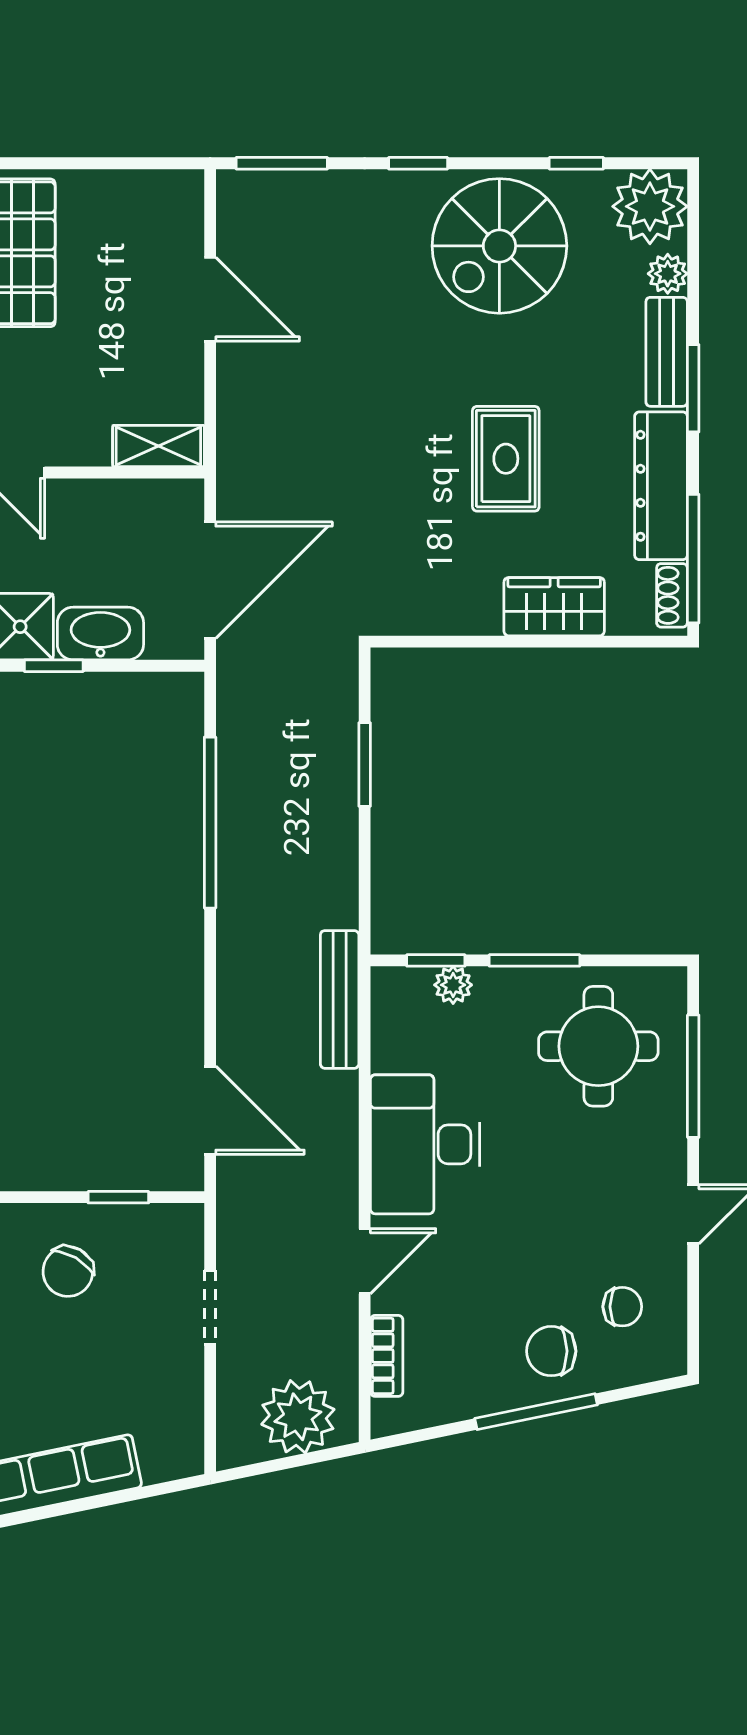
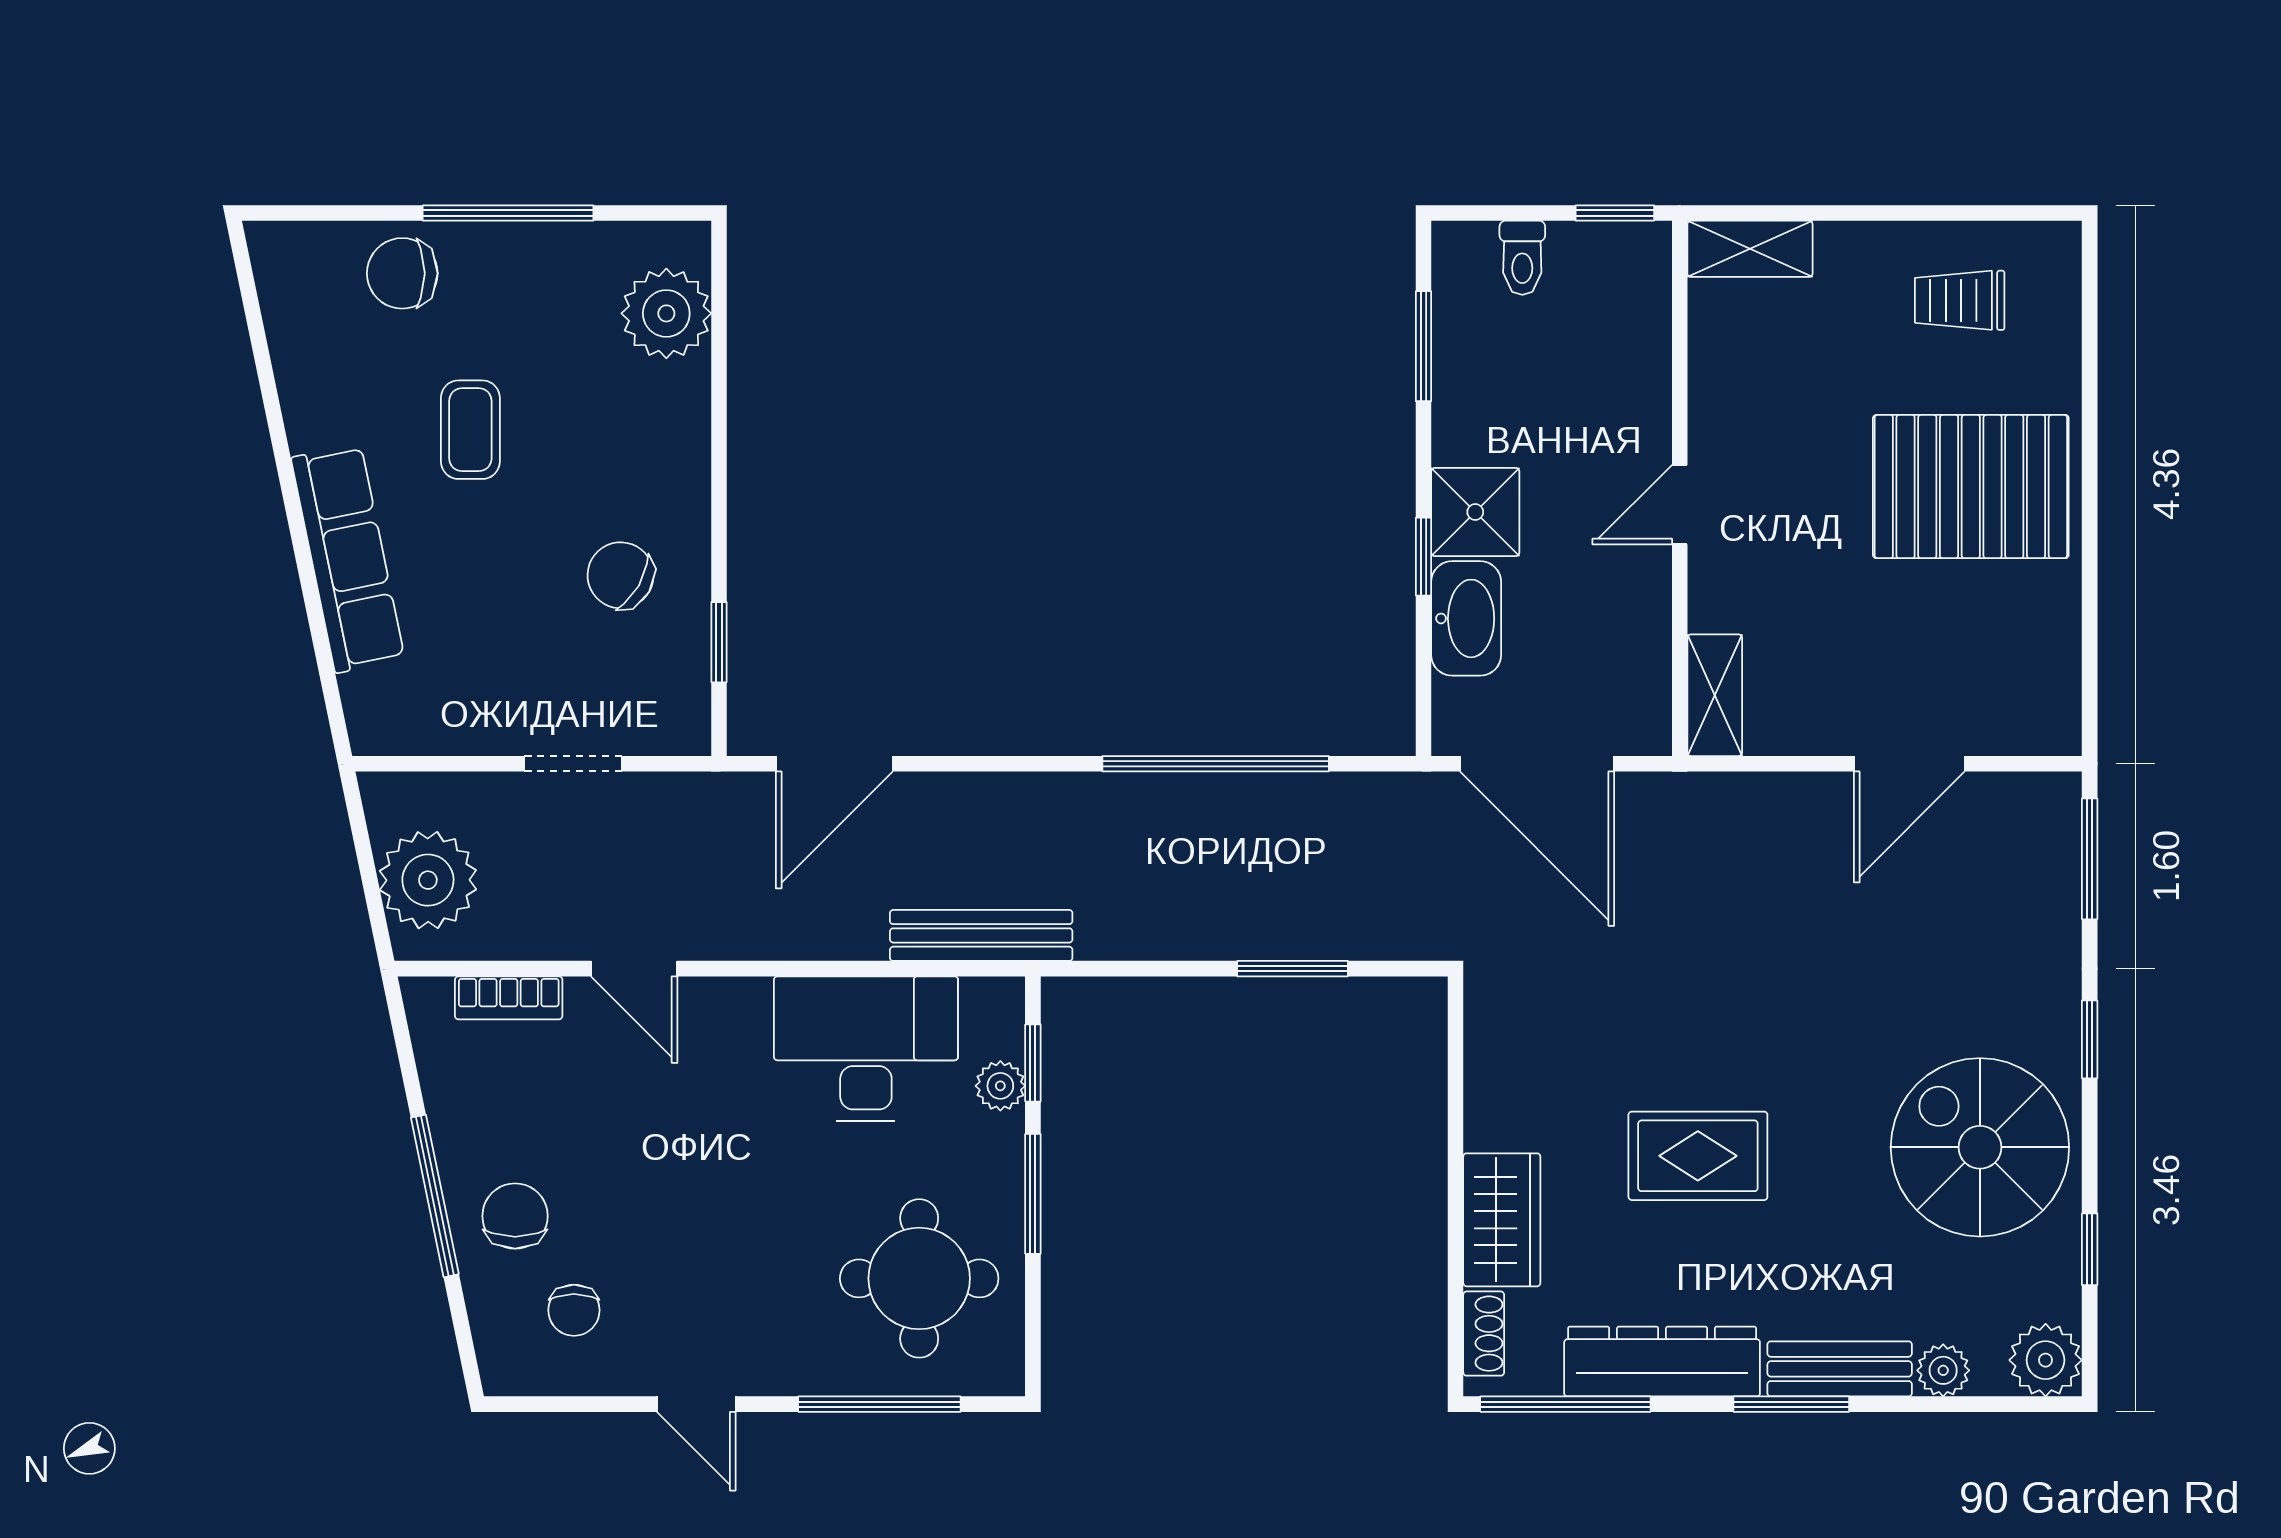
plant: (650, 206) -> (2046, 1360), width x0.73, depth x0.73
shoe rack: (672, 595) -> (1484, 1334), moved, turned 90
desk: (425, 1144) -> (866, 1049), moved

